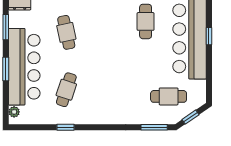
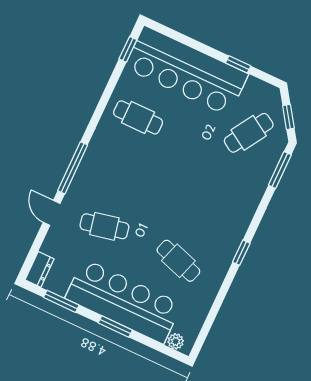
window: (209, 36) -> (238, 64), moved
cafe table: (169, 96) -> (249, 133), turned 32
window: (65, 127) -> (241, 253), moved

